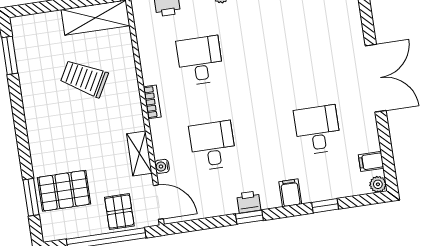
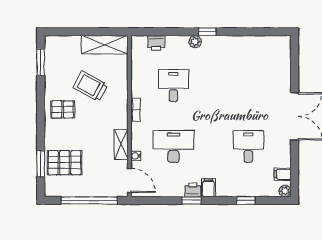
desk: (213, 145) -> (173, 147), width x1.37
filing cabinet: (290, 193) -> (208, 188), moved
pallet: (119, 212) -> (63, 109), moved, turned 90

